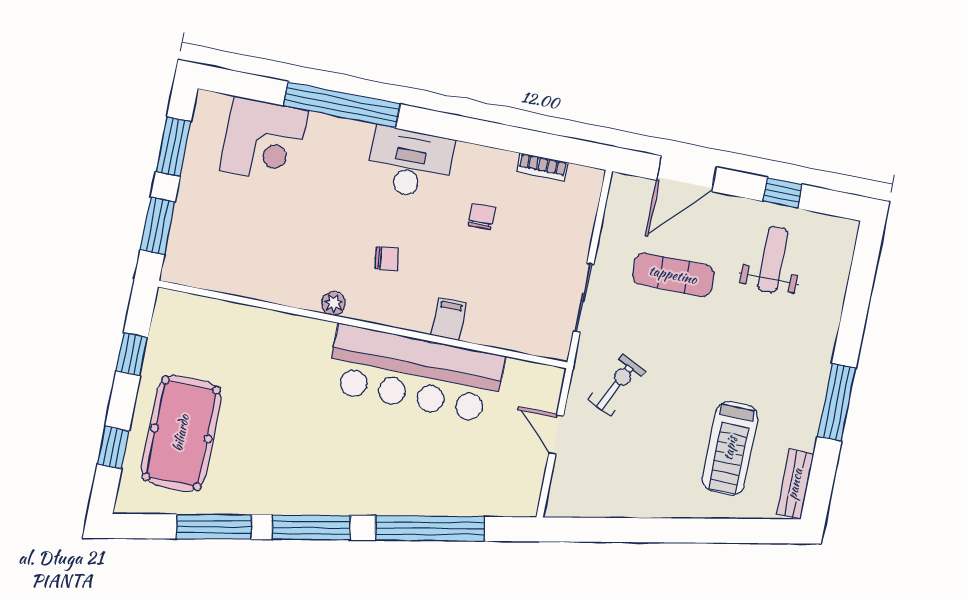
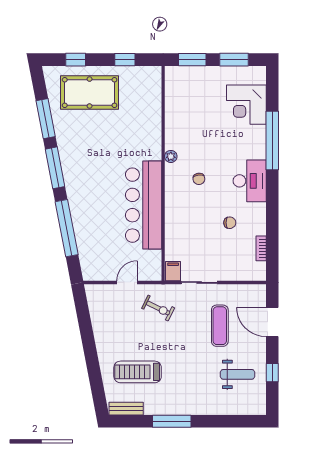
filing cabinet: (449, 319) -> (173, 271), moved, turned -90

